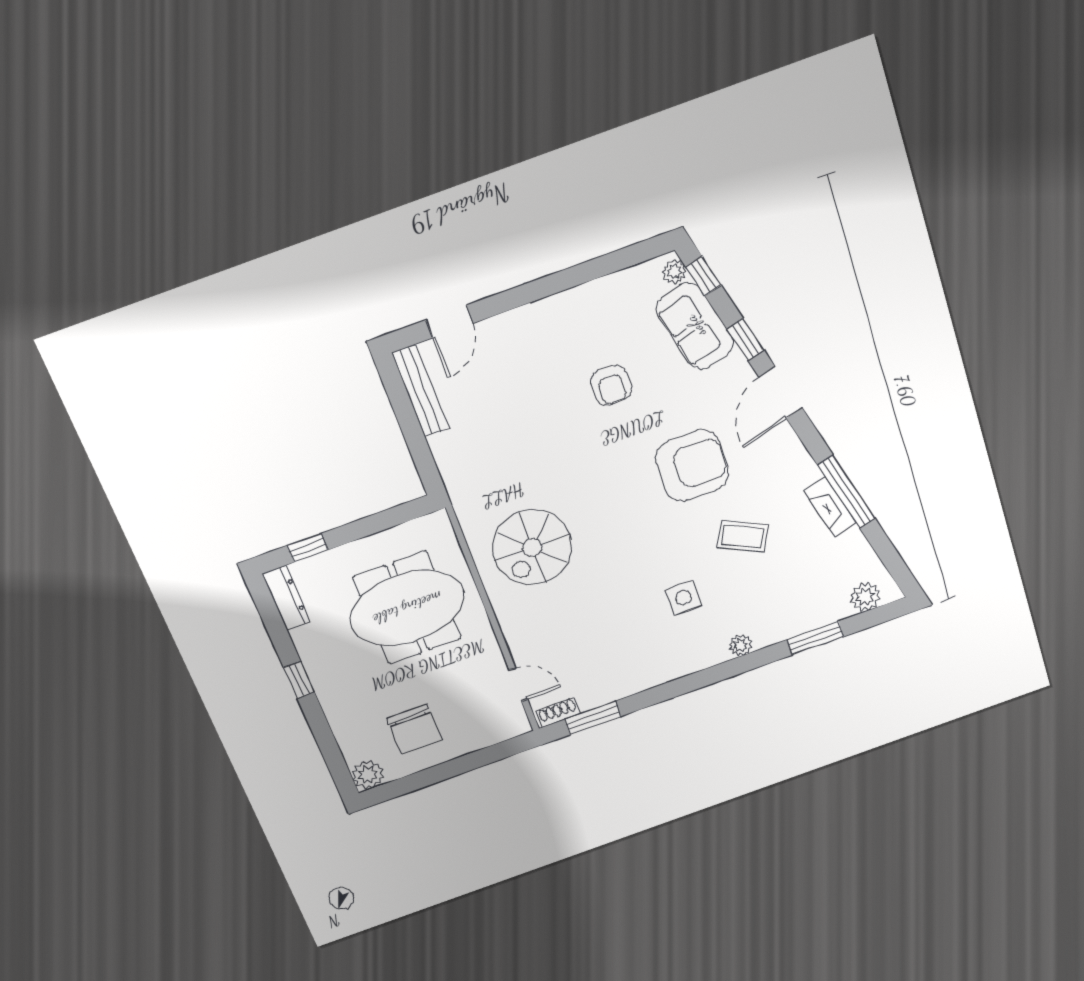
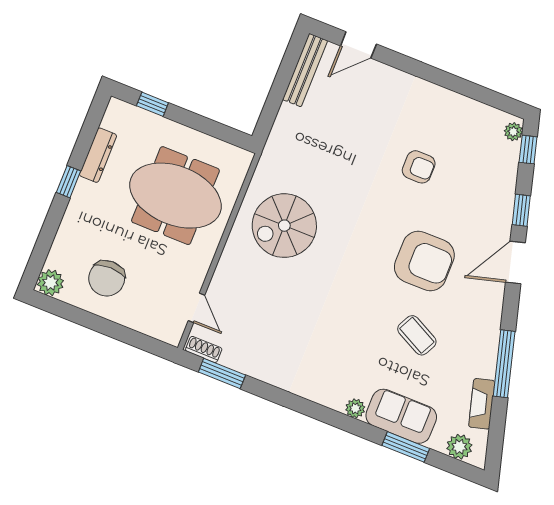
sofa: (695, 326) -> (401, 416), moved, turned 105
armchair: (611, 385) -> (419, 167), turned -90
fireplace: (830, 507) -> (482, 404), moved
dresser: (286, 598) -> (98, 155), moved
side table: (684, 598) -> (347, 343), removed

